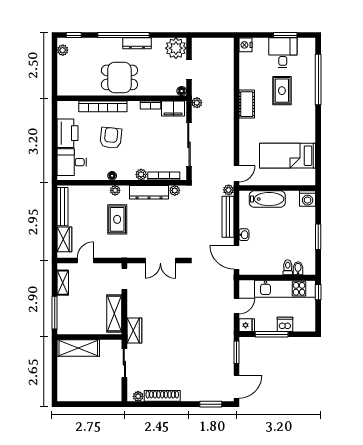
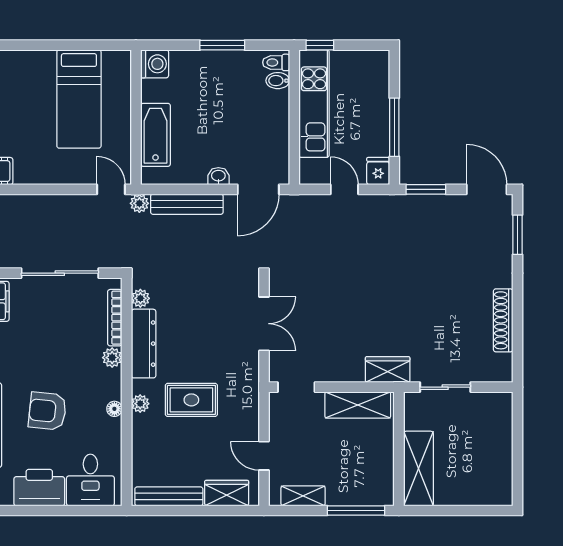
toilet: (288, 267) -> (276, 62), moved
dishwasher: (285, 324) -> (377, 104), removed
plant: (138, 396) -> (504, 363), removed

